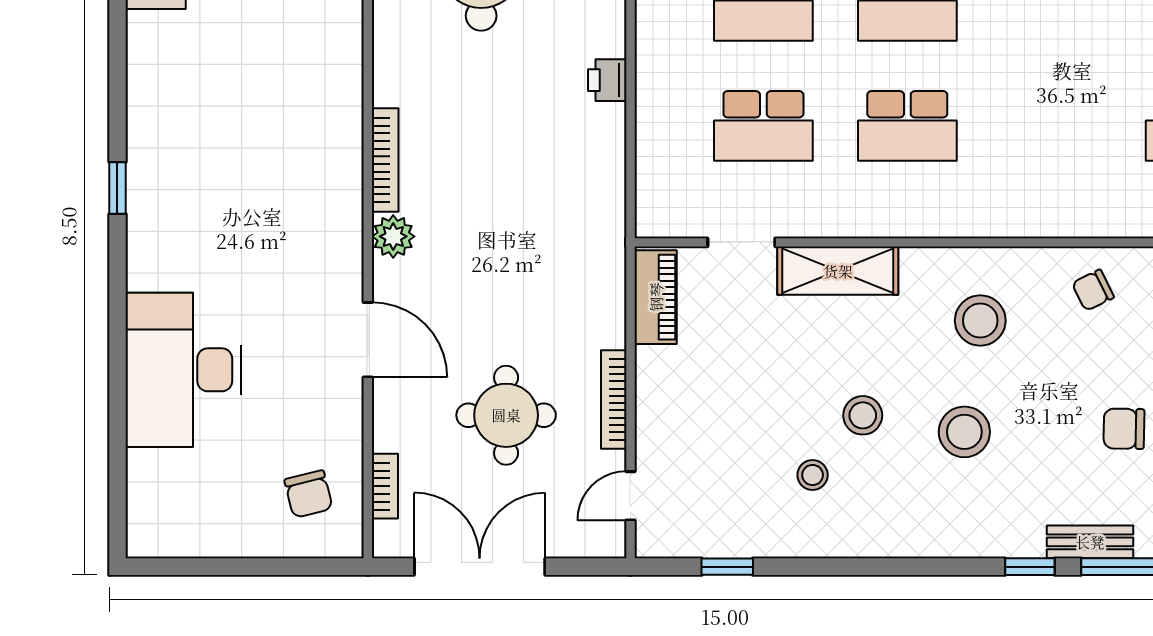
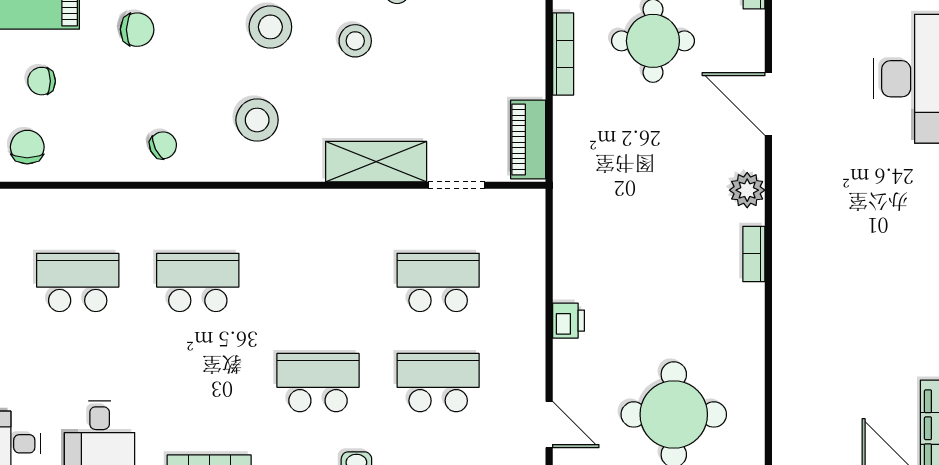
school desk: (907, 126) -> (198, 282), moved
bookcase: (385, 160) -> (754, 254), width x0.64

